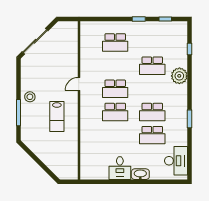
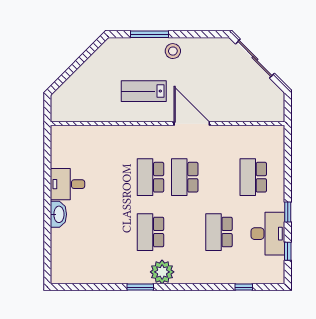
plant: (179, 76) -> (162, 272), moved
door: (79, 84) -> (192, 124), width x1.88
school desk: (152, 135) -> (116, 232), removed
desk: (176, 161) -> (268, 234), moved, turned -90

